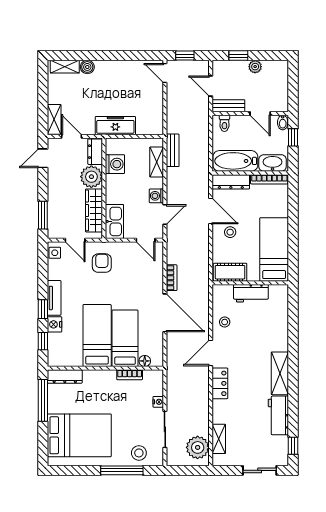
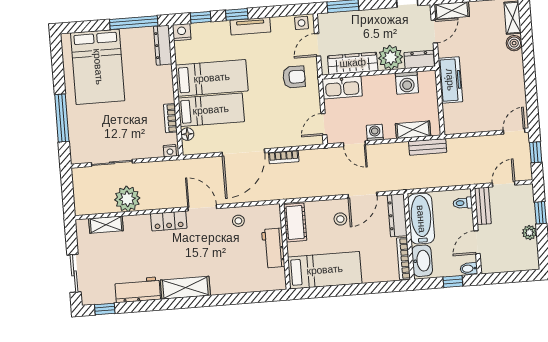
nightstand: (55, 324) -> (182, 32), moved
nightstand: (158, 402) -> (170, 151), moved
plant: (198, 447) -> (127, 199), moved
stool: (139, 453) -> (83, 136), removed

